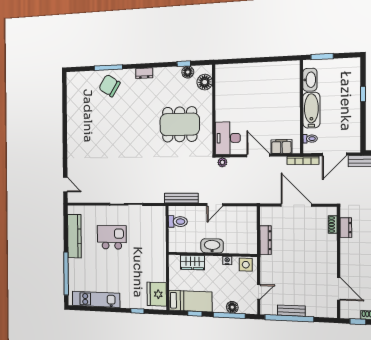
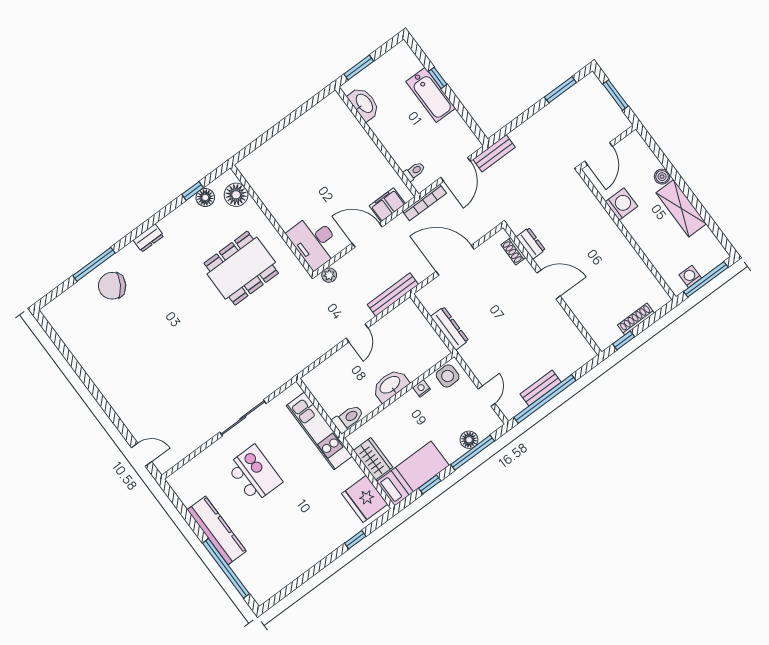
bathtub: (311, 110) -> (431, 95), moved, turned 180
bench: (181, 198) -> (393, 294), moved
toilet: (178, 222) -> (348, 418), moved
kitchen counter: (74, 236) -> (217, 530), moved
kitchen island: (112, 237) -> (254, 474), turned 90
wardrobe: (192, 262) -> (373, 459), moved, turned -90
door: (339, 289) -> (549, 284), moved
kitchen unit: (96, 299) -> (319, 431), moved, turned -90

